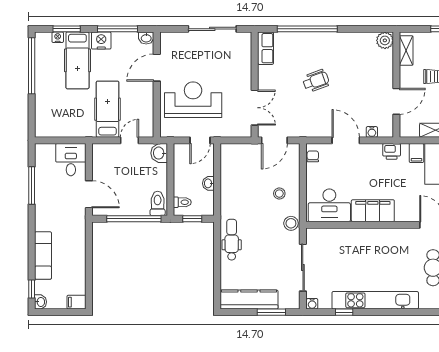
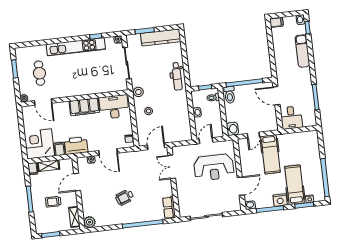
wheelchair: (316, 81) -> (125, 197), moved
printer: (392, 151) -> (76, 146), width x1.87, depth x1.48

